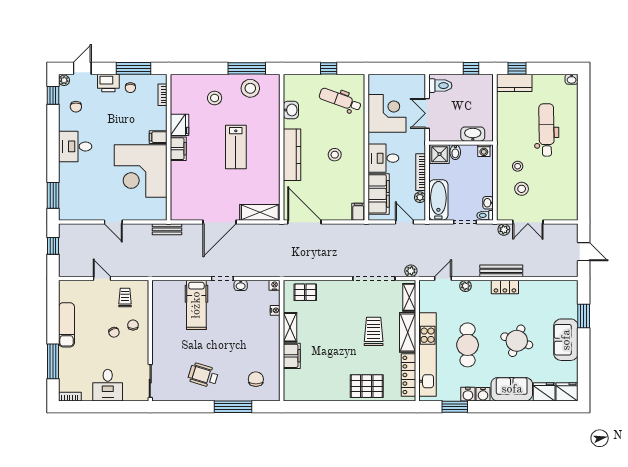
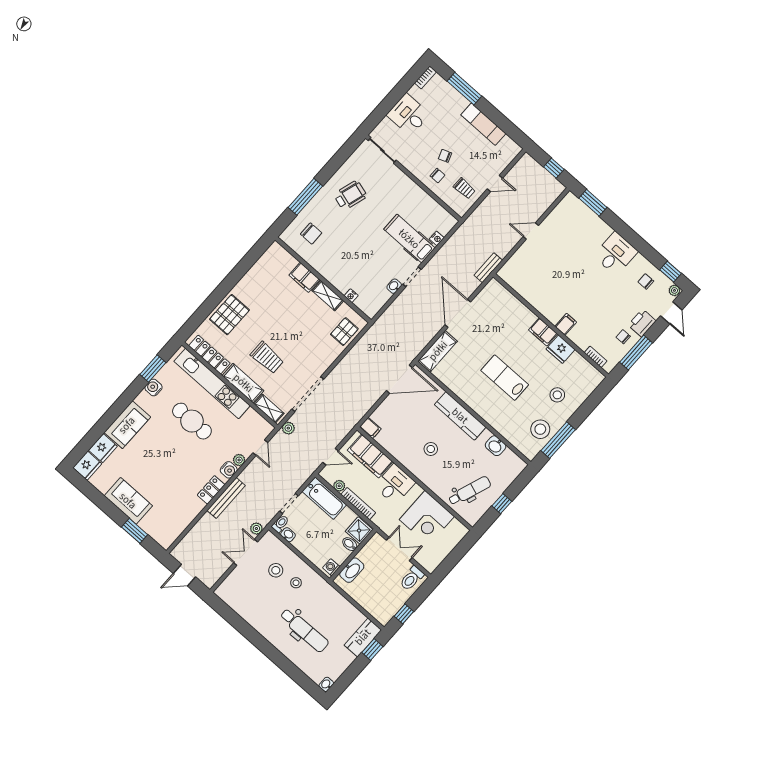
corner desk: (141, 171) -> (552, 287), removed
nightstand: (275, 285) -> (437, 238), moved
round table: (517, 341) -> (161, 462), removed
water cooler: (483, 394) -> (229, 470), moved, turned 180

